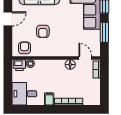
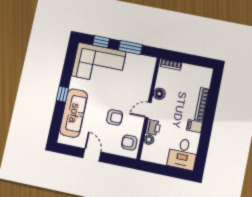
door: (85, 58) -> (148, 110), moved
printer: (19, 65) -> (153, 127), moved

